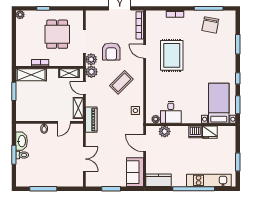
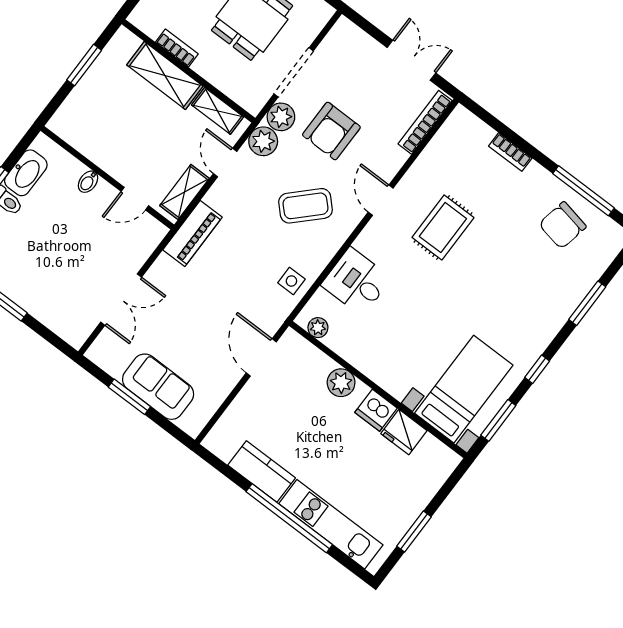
door: (145, 51) -> (381, 200), moved
rug: (172, 55) -> (443, 227), width x0.73, depth x0.70
shelving: (31, 75) -> (165, 76), moved
desk: (171, 112) -> (356, 281), moved, turned 90
plant: (165, 131) -> (341, 383), moved
sofa: (135, 172) -> (158, 387), moved, turned 90
kitchen counter: (158, 180) -> (262, 472), moved

